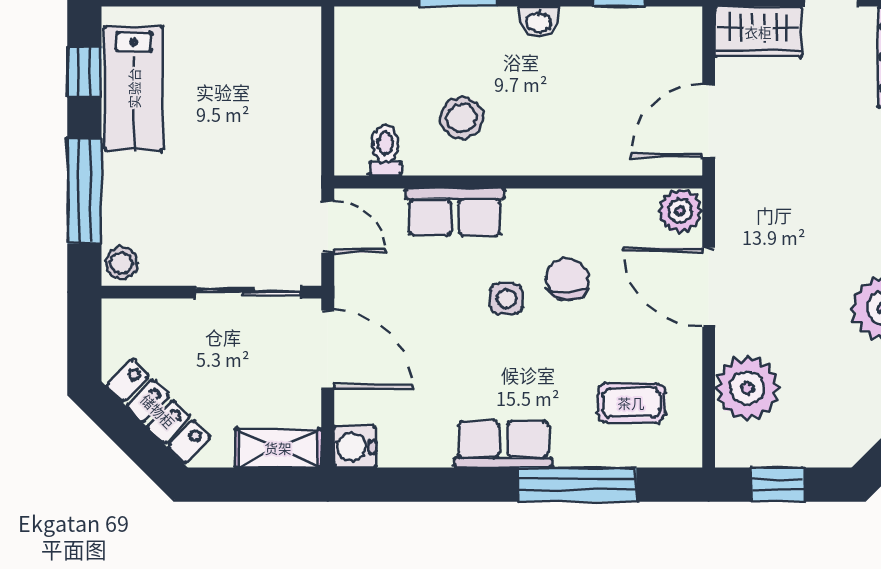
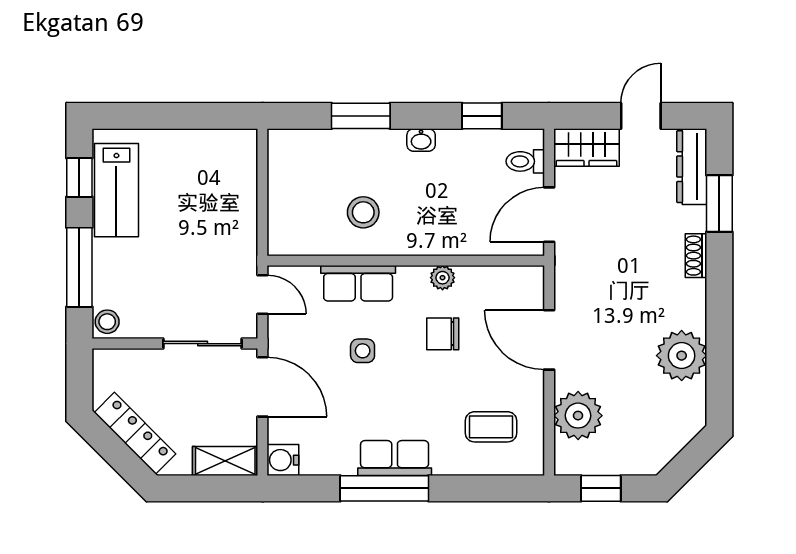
toilet: (385, 150) -> (525, 161), moved, turned -90
plant: (680, 211) -> (443, 278), moved, width x0.73, depth x0.73
chair: (567, 279) -> (443, 334), turned -89
side table: (507, 299) -> (363, 351), moved
window: (578, 485) -> (384, 488), moved

